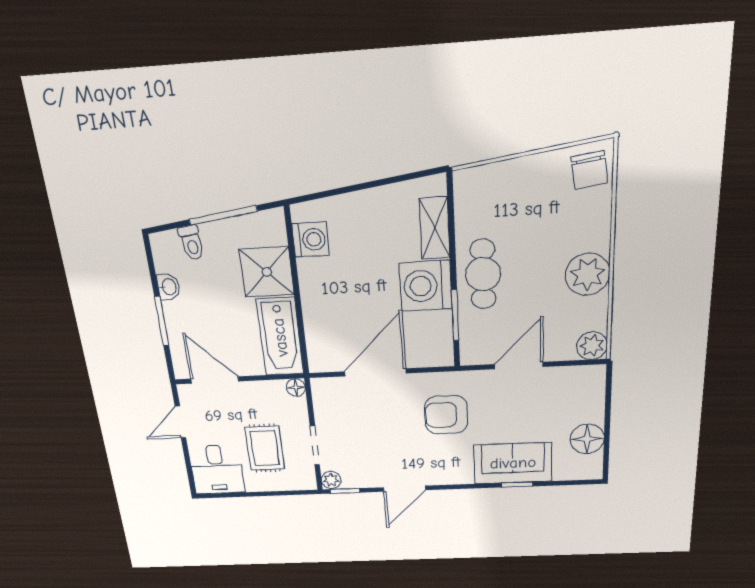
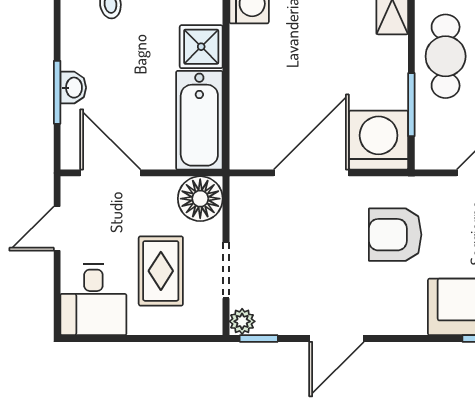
shower: (267, 272) -> (201, 47), width x0.73, depth x0.73
washing machine: (426, 286) -> (379, 140), moved, turned 90
washbasin: (169, 287) -> (73, 88), moved
floor lamp: (296, 387) -> (200, 199), width x1.89, depth x1.89

